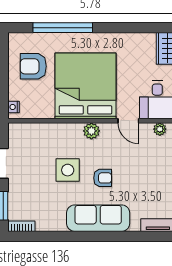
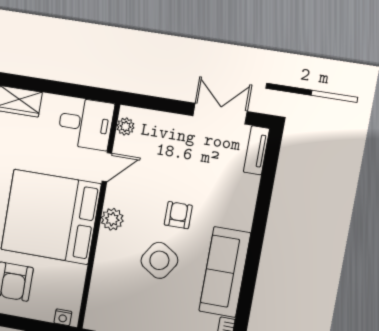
side table: (68, 170) -> (159, 260), turned 33
sofa: (98, 218) -> (225, 272), moved

